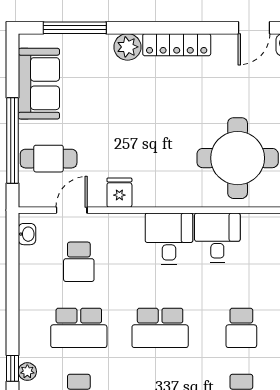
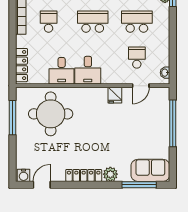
sofa: (39, 84) -> (150, 170), moved, turned 90
cafe table: (49, 159) -> (153, 114), removed

